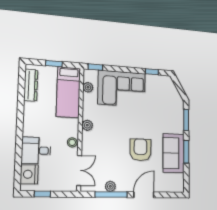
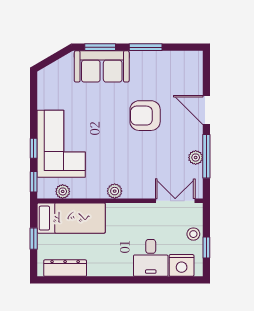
window: (152, 72) -> (34, 148), moved
stool: (72, 142) -> (193, 234), moved
sofa: (174, 153) -> (102, 66), moved

